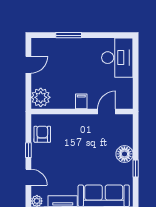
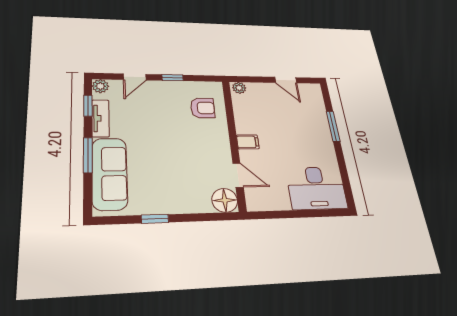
plant: (41, 97) -> (239, 88), width x0.53, depth x0.53
armchair: (42, 134) -> (203, 108), moved
floor lamp: (124, 154) -> (225, 200), moved

